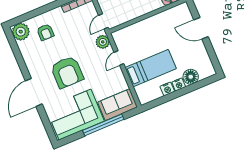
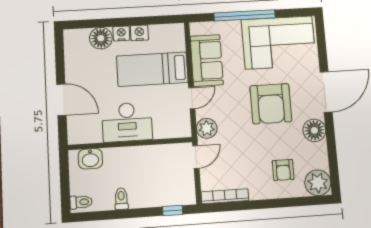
desk: (155, 28) -> (127, 122), added
armchair: (45, 32) -> (283, 170), turned 180
floor lamp: (33, 65) -> (314, 130), added
armchair: (67, 72) -> (271, 104), turned 180
sofa: (118, 105) -> (207, 60), moved, turned -90

